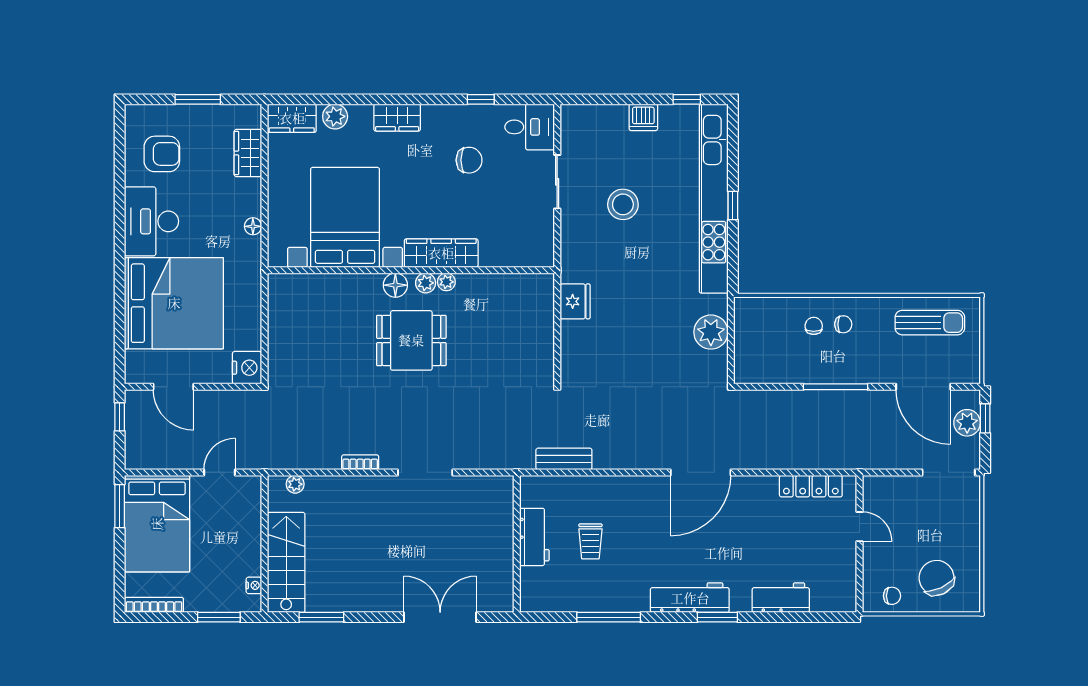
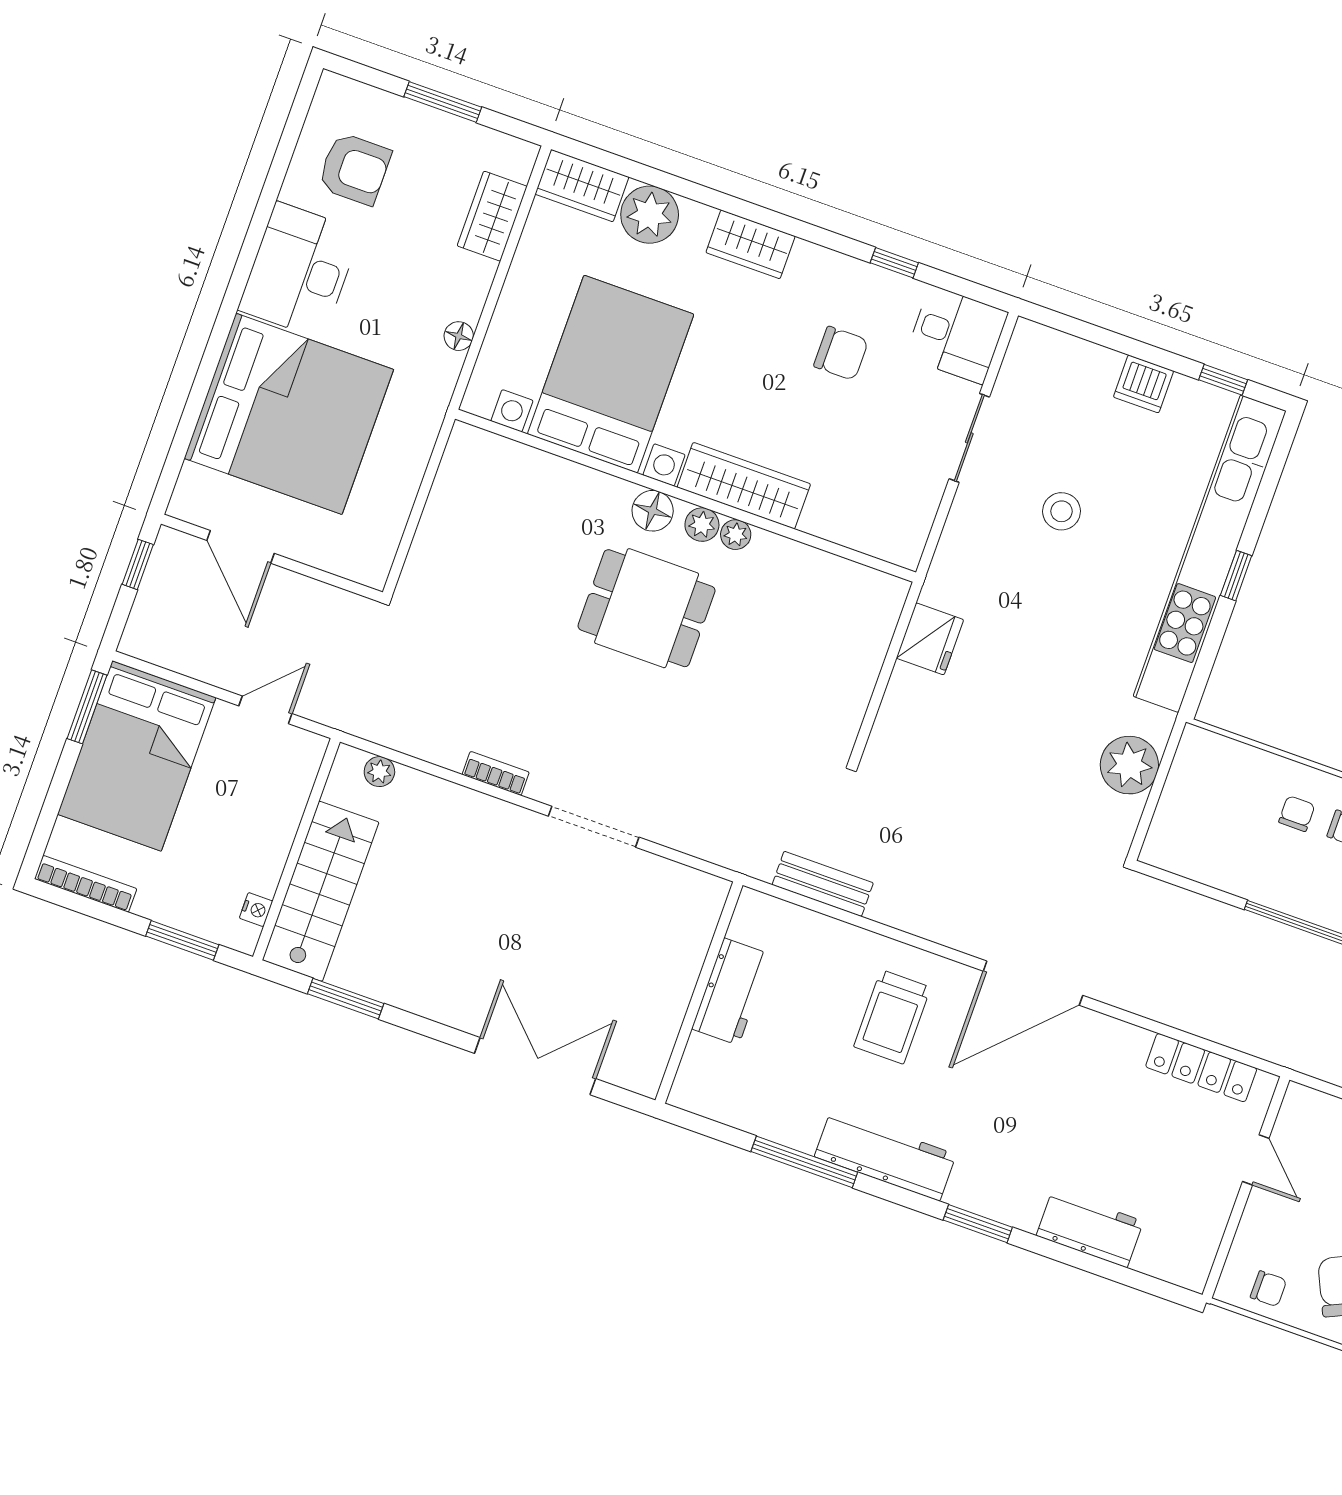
plant: (335, 116) -> (650, 215), width x1.36, depth x1.36
stool: (623, 204) -> (1061, 511), width x0.73, depth x0.73
nightstand: (247, 368) -> (369, 558), removed
trolley: (590, 541) -> (892, 1017), moved, width x1.36, depth x1.39
workbench: (690, 598) -> (885, 1156), moved

